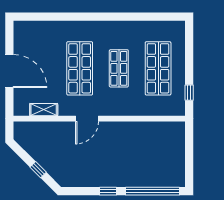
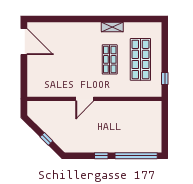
shop shelf: (80, 68) -> (79, 59), removed
door: (9, 71) -> (24, 42), moved
shelving: (44, 110) -> (112, 27), moved

